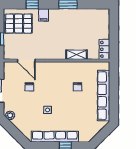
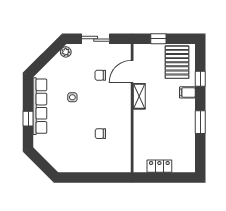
locker: (104, 49) -> (159, 166), moved
shelving: (76, 55) -> (139, 96), moved
row of seats: (104, 96) -> (90, 165), removed

